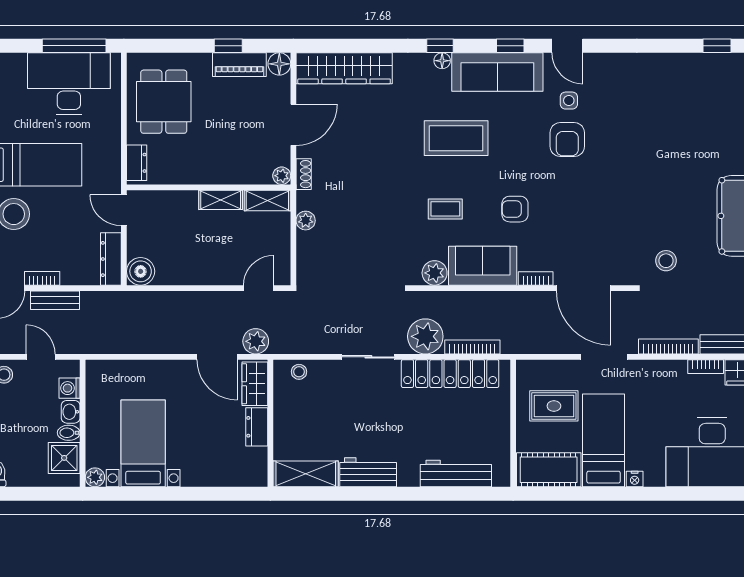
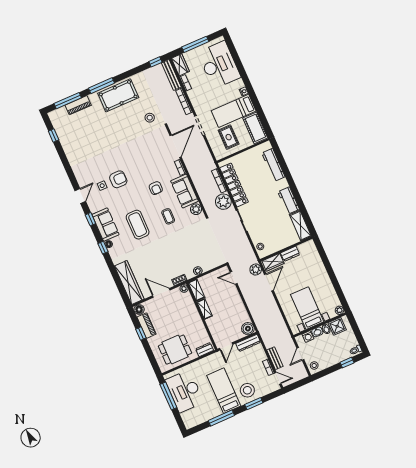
sofa: (497, 72) -> (106, 225), width x0.73
bed with nightstands: (143, 443) -> (307, 308), moved, turned 90

